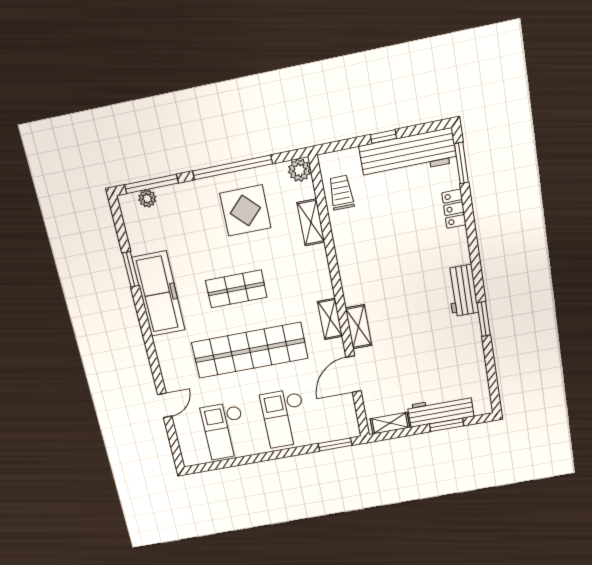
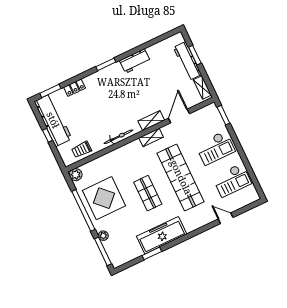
plant: (147, 198) -> (103, 236), moved
display table: (245, 211) -> (104, 198), width x1.36, depth x1.36
shelving: (311, 222) -> (101, 162), removed
bicycle: (346, 264) -> (118, 137), added
workbench: (462, 291) -> (135, 61), moved
window: (484, 319) -> (106, 64), moved
door: (353, 374) -> (179, 116), swing flipped

